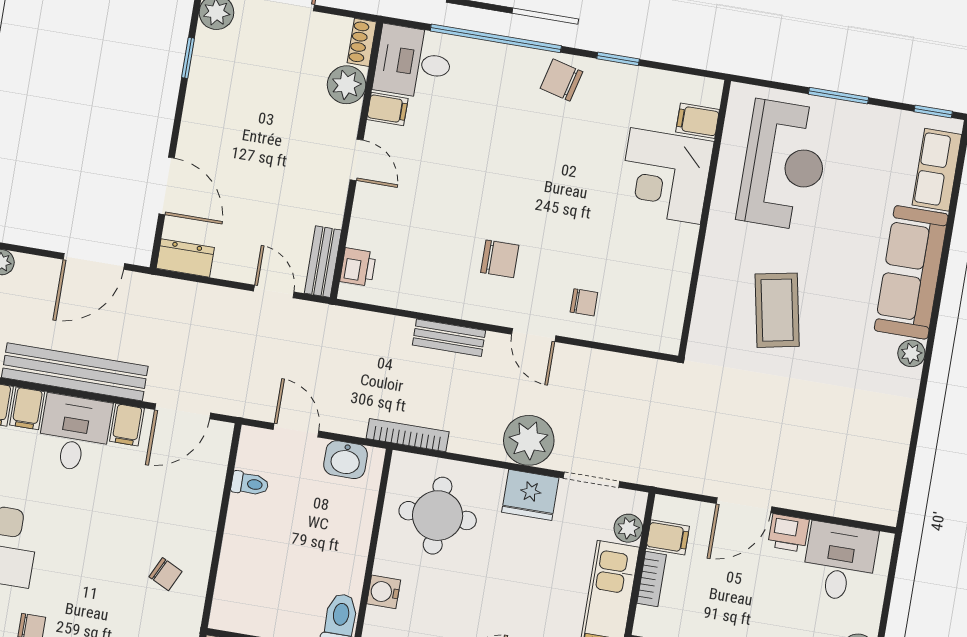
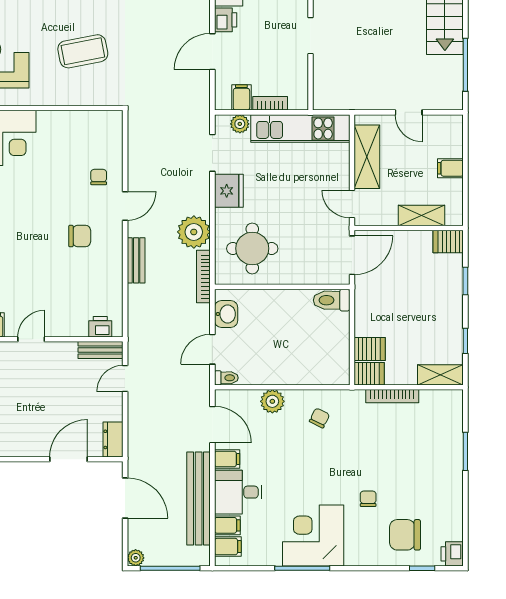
chair: (500, 259) -> (80, 236), turned 90
plant: (529, 440) -> (194, 232), moved
toilet: (250, 484) -> (226, 378), moved, turned 90
door: (744, 505) -> (212, 52), swing flipped
plant: (202, 507) -> (272, 401), added
water cooler: (384, 592) -> (307, 275), removed

